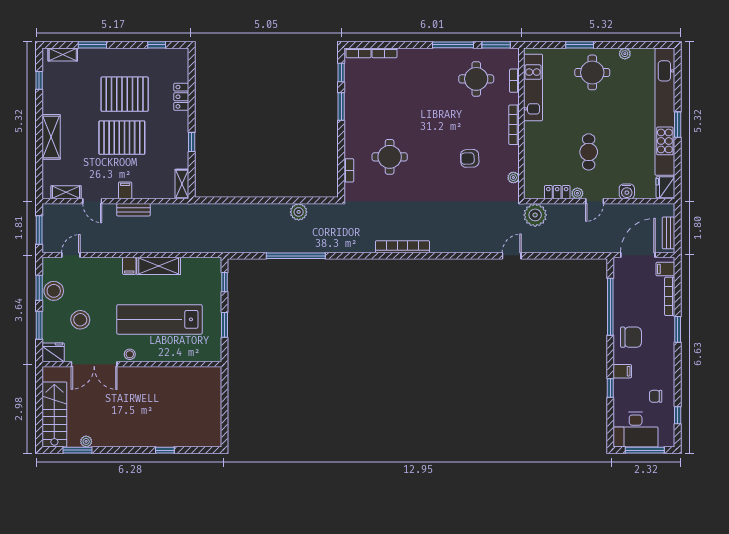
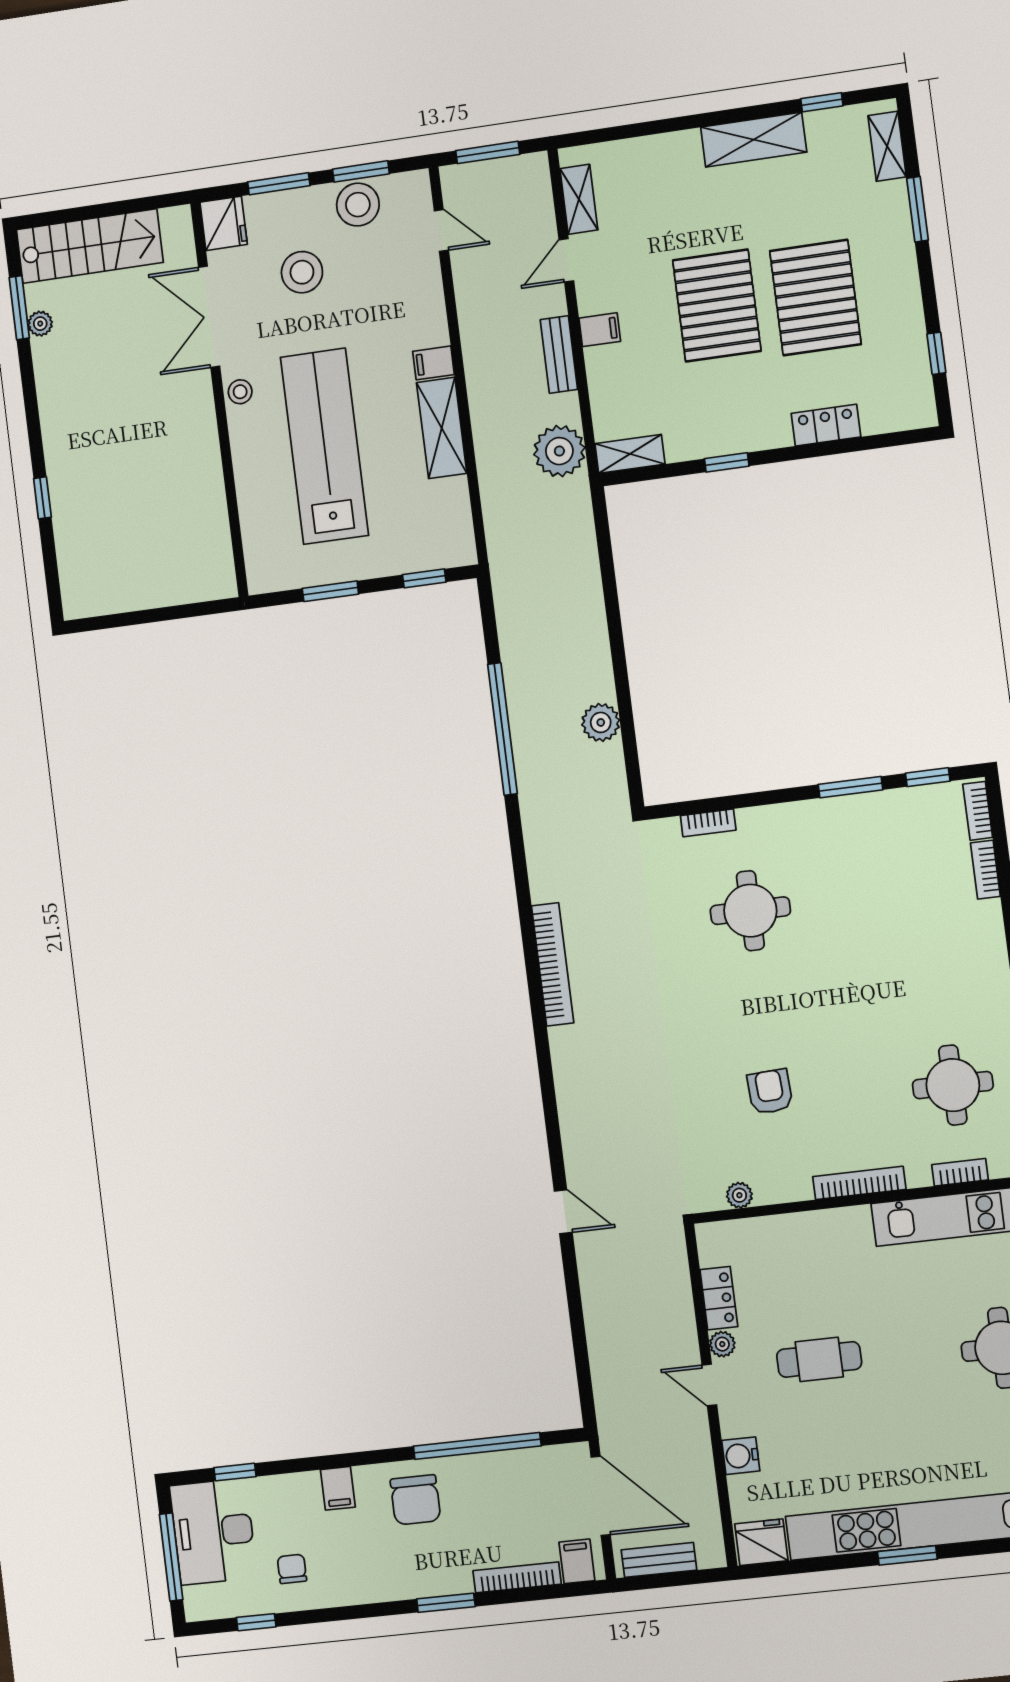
shelving: (51, 137) -> (754, 140), moved
plant: (535, 215) -> (559, 451), moved
window: (610, 388) -> (235, 1472), moved

